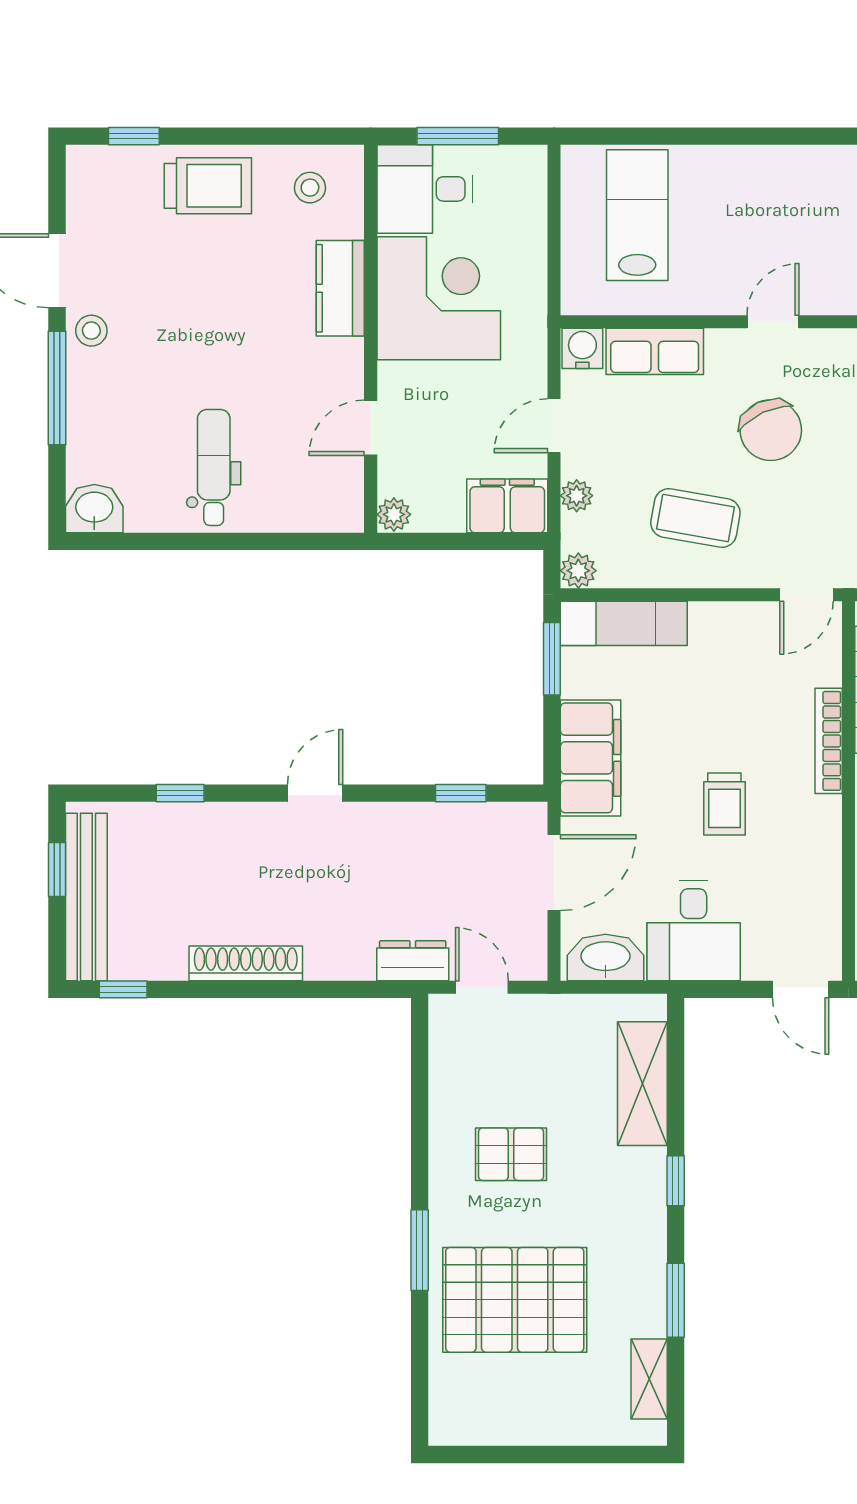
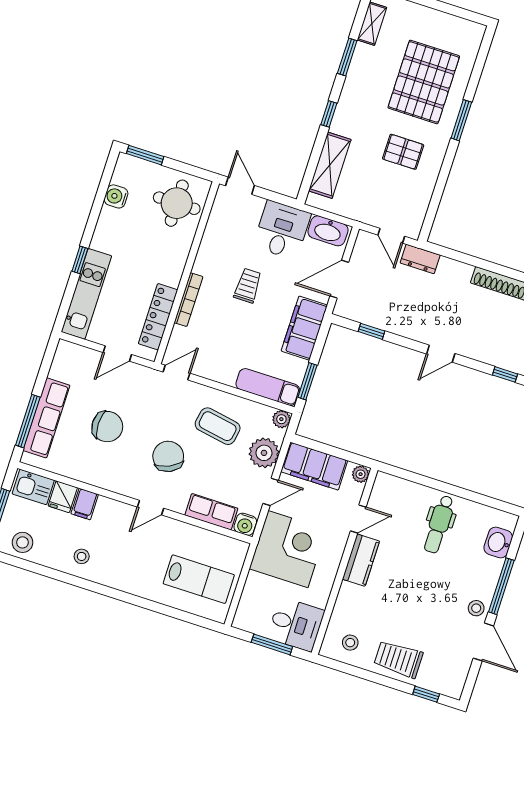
lab bench: (637, 215) -> (199, 579), turned -90
kitchen counter: (340, 288) -> (361, 560), moved
corner desk: (439, 298) -> (288, 549), moved, turned 180
plant: (577, 496) -> (264, 453), width x1.88, depth x1.88
filing cabinet: (507, 506) -> (314, 466), width x1.50, depth x1.17
washbasin: (94, 509) -> (498, 542), moved, turned 90
pallet: (515, 1300) -> (424, 82), turned 90

